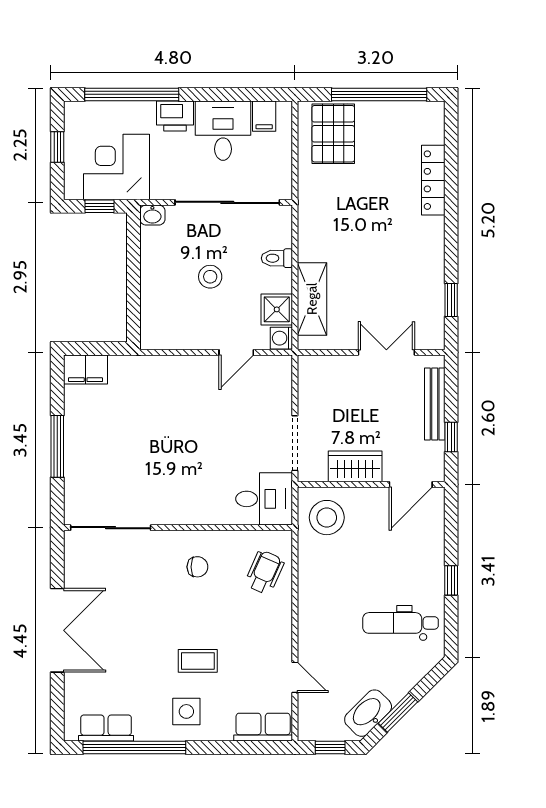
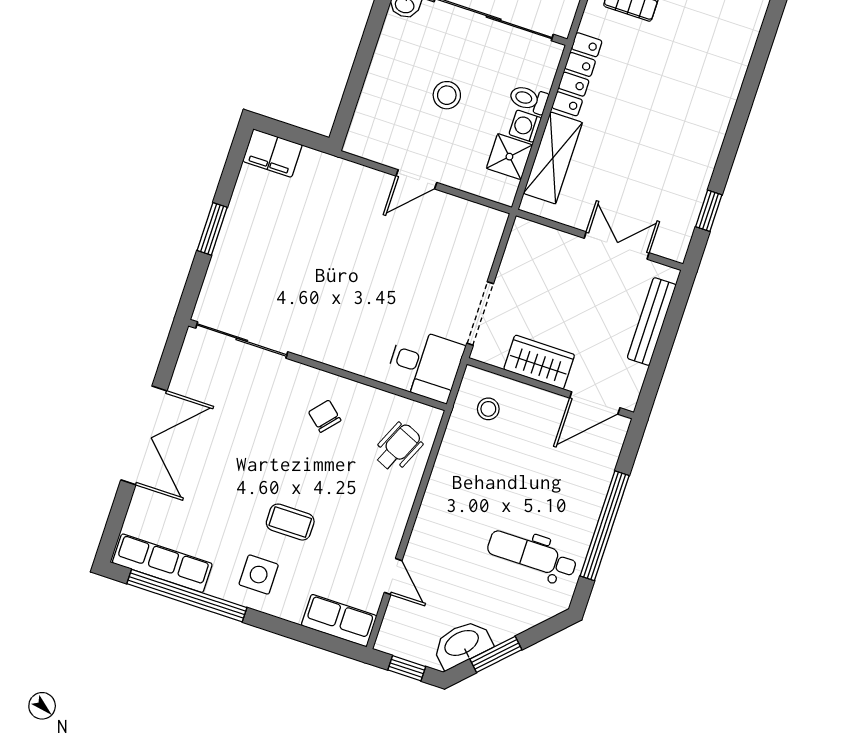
locker: (433, 180) -> (577, 74), moved, turned 180
washing machine: (281, 338) -> (525, 126), moved
door: (236, 352) -> (416, 179), moved
window: (451, 437) -> (658, 365), removed
window: (57, 446) -> (212, 229), width x0.69
stool: (327, 518) -> (488, 409), width x0.53, depth x0.53
chair: (197, 567) -> (325, 416), turned -139
window: (451, 580) -> (605, 526), width x3.17
row of seats: (106, 728) -> (162, 563), width x1.48

